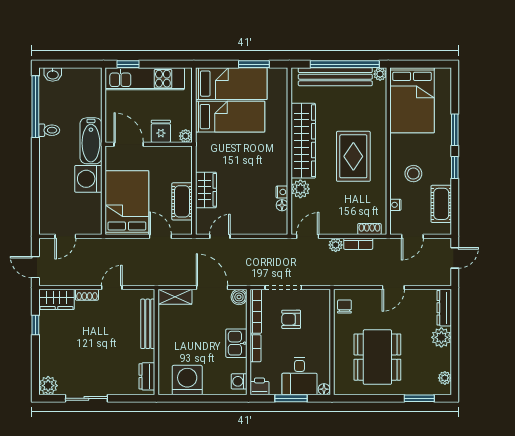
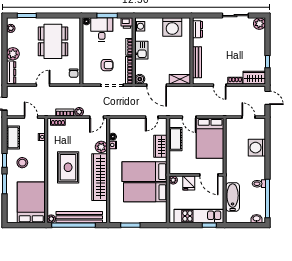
bed: (231, 84) -> (145, 172), moved
bathtub: (91, 141) -> (233, 197), moved
stool: (413, 174) -> (22, 163), moved
washing machine: (88, 179) -> (257, 148), moved, turned 180
door: (65, 236) -> (249, 117), hinge flipped
door: (412, 236) -> (31, 117), hinge flipped
door: (112, 287) -> (220, 85), hinge flipped

